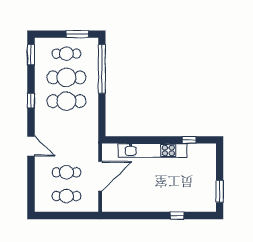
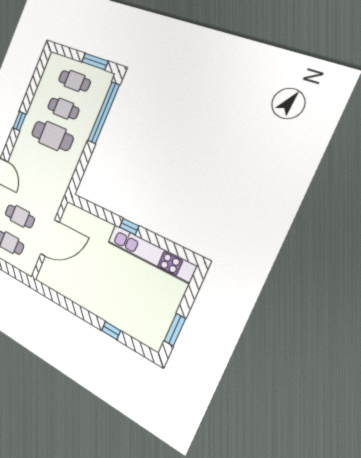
window: (31, 55) -> (40, 69), removed
cafe table: (66, 77) -> (63, 109), width x0.73, depth x0.74
window: (189, 140) -> (129, 227), moved
kitchen unit: (153, 151) -> (151, 254), moved

